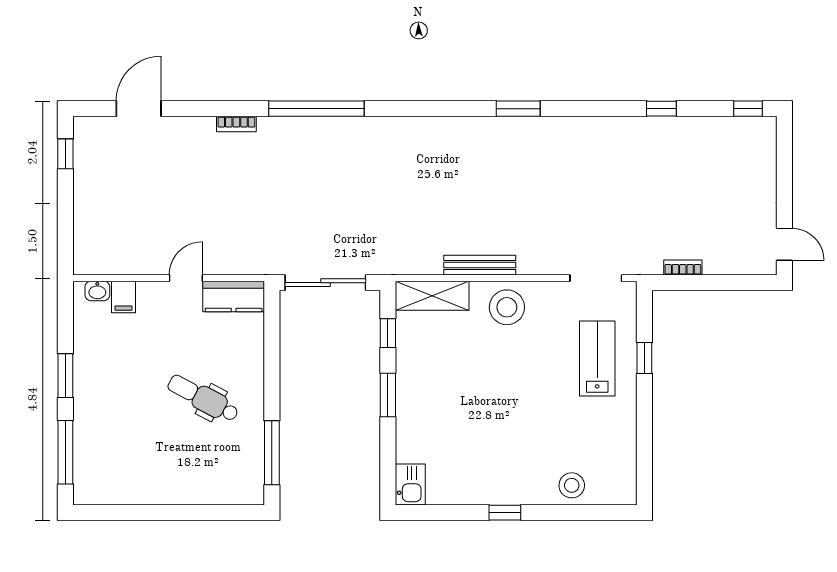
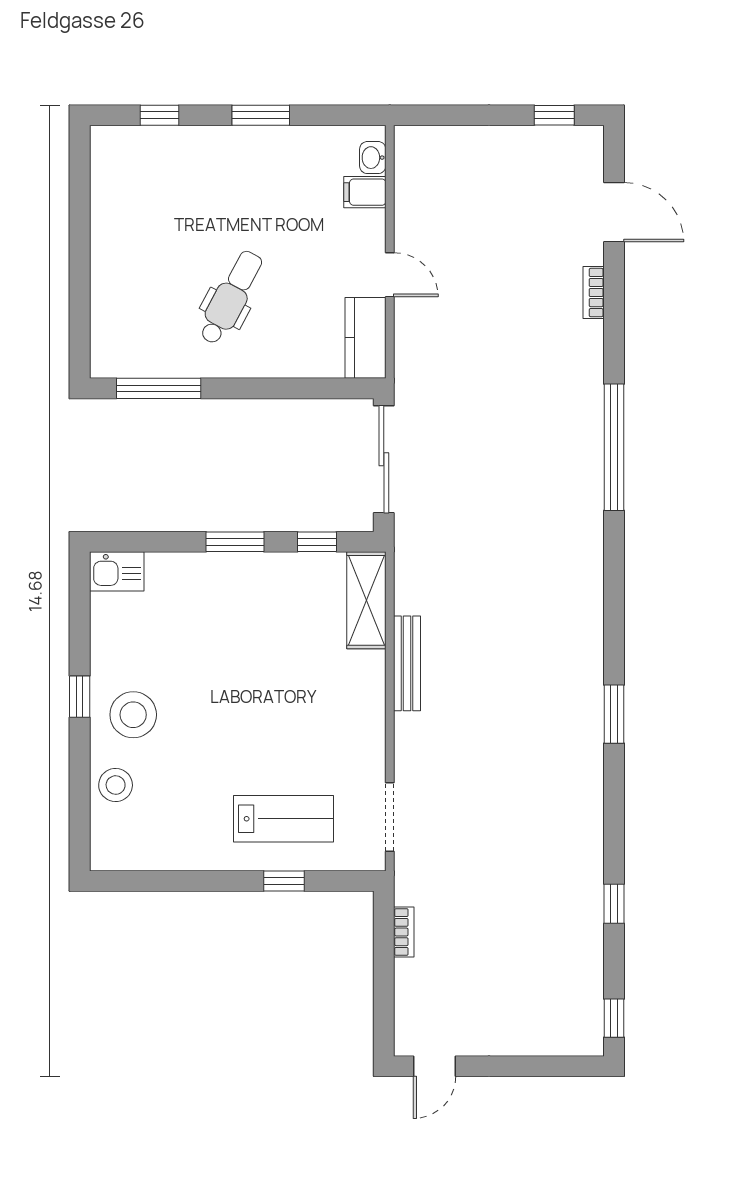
bookcase: (236, 124) -> (594, 293), moved
stool: (507, 307) -> (133, 715), moved
window: (65, 452) -> (159, 115), width x0.46

